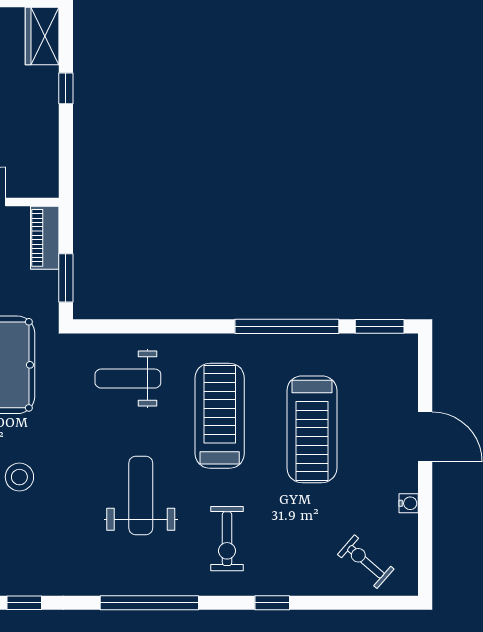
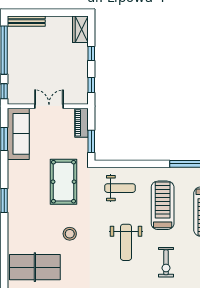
window: (66, 156) -> (91, 85), added
weight bench: (128, 379) -> (120, 188), turned 180
weight bench: (141, 496) -> (126, 242), turned 180

